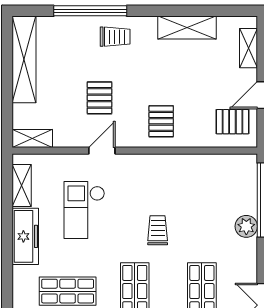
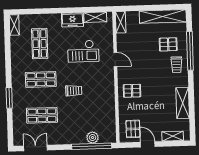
pallet: (99, 98) -> (168, 44), moved
checkout: (84, 210) -> (83, 51), turned 180
plant: (246, 226) -> (93, 138), moved
freezer: (25, 236) -> (72, 20), width x0.71

